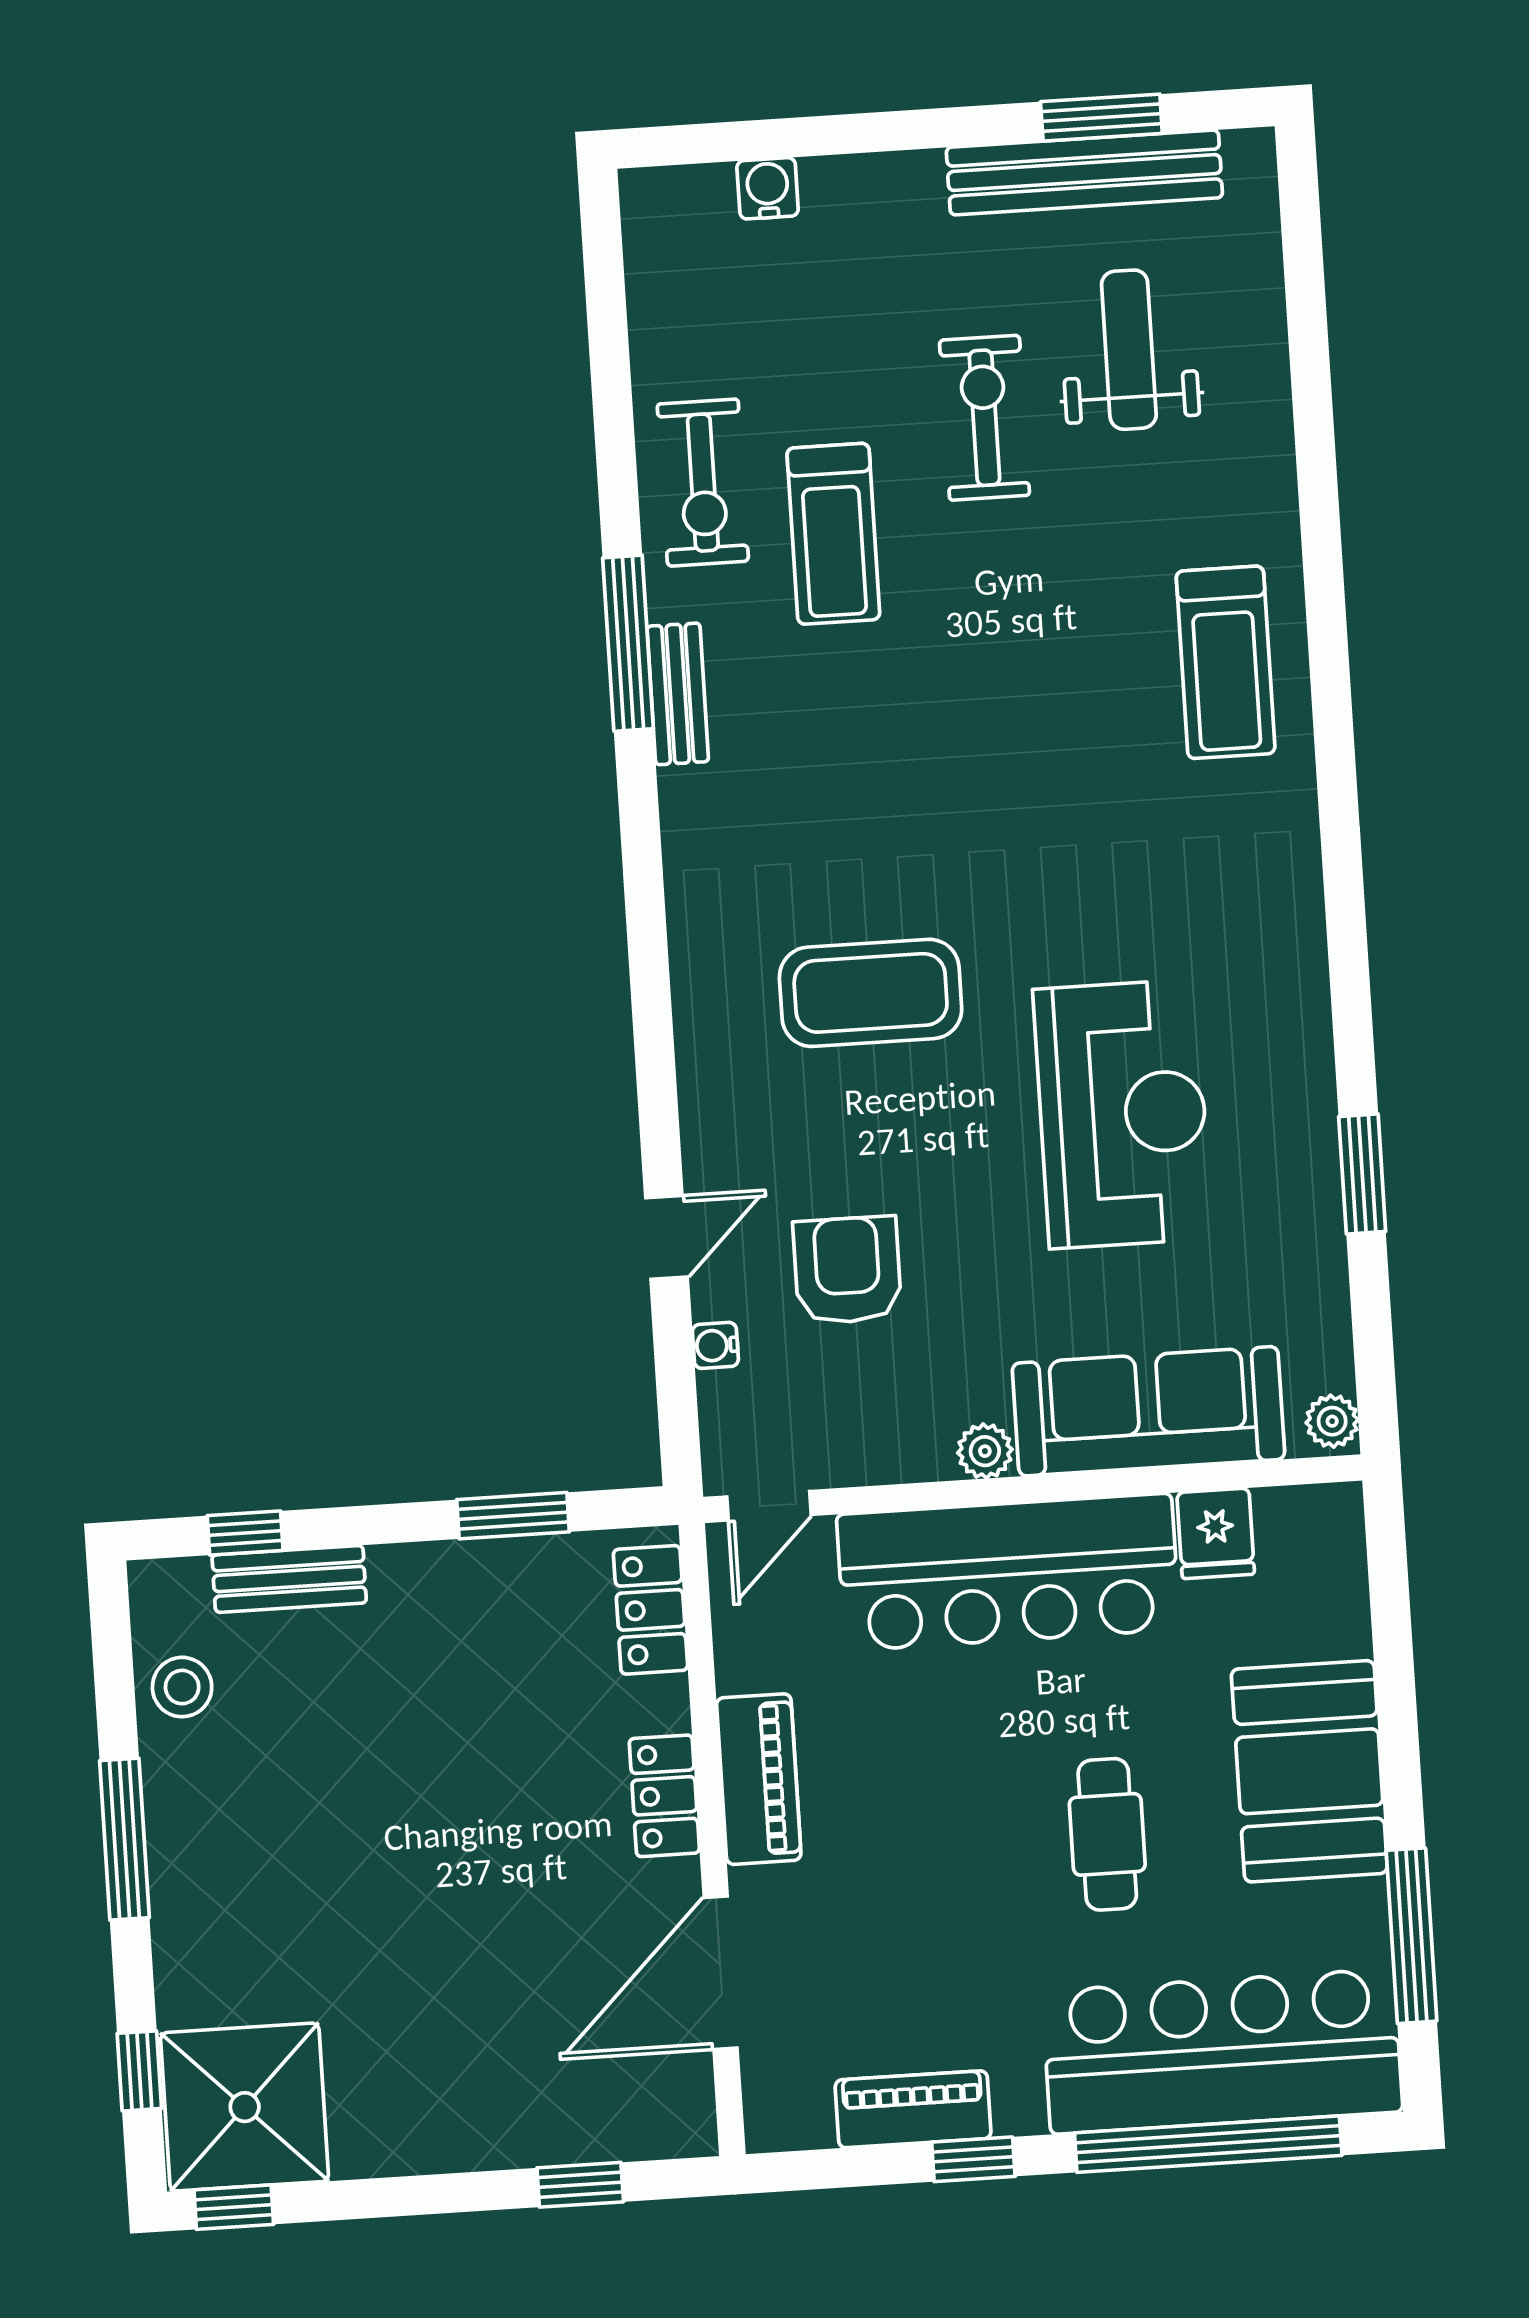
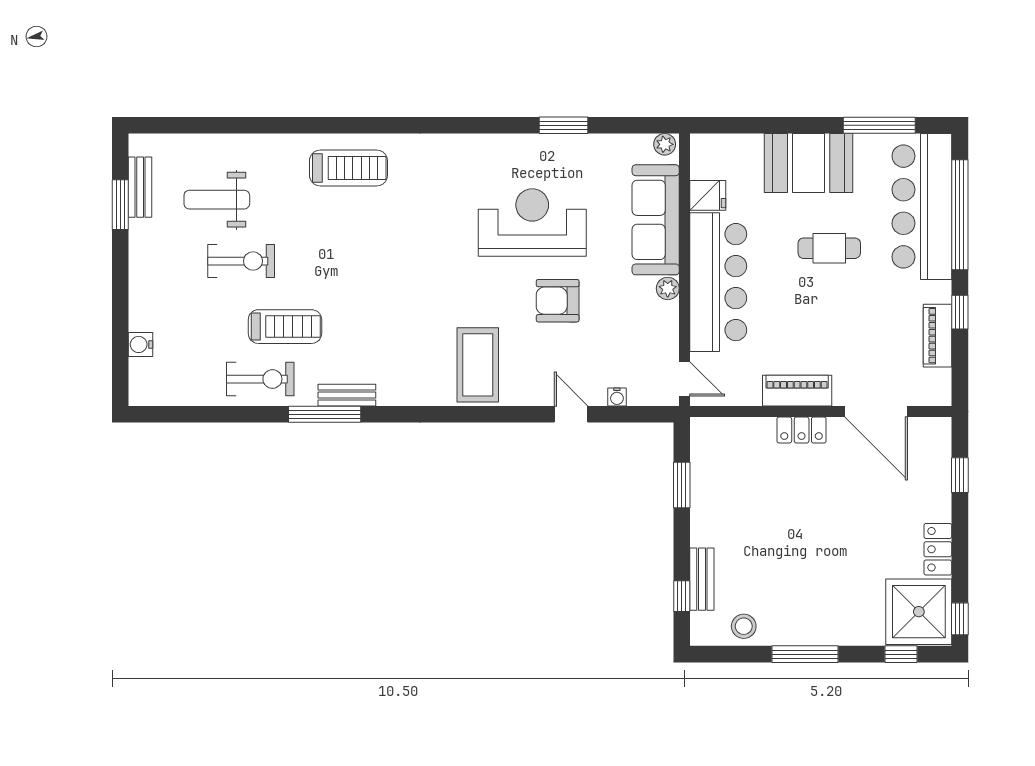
bench: (1084, 173) -> (140, 187), width x0.54, depth x0.82
exercise bike: (984, 418) -> (241, 261), turned 180
coffee table: (871, 993) -> (478, 365), moved
armchair: (847, 1270) -> (558, 301), moved
locker: (651, 1610) -> (938, 549), moved, turned 90

